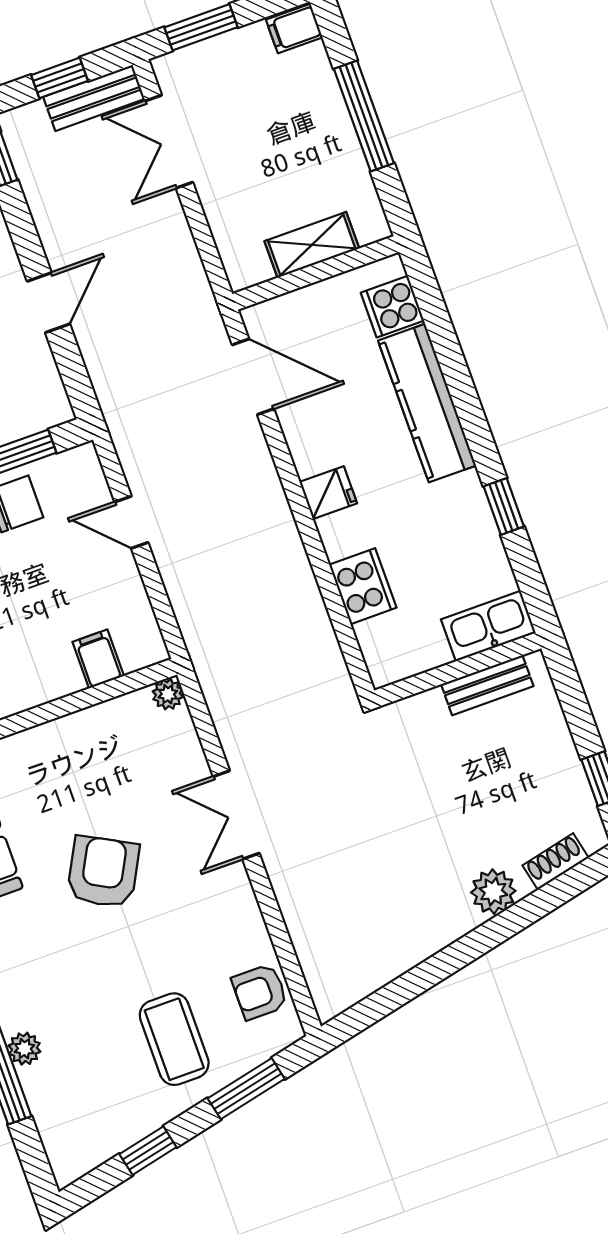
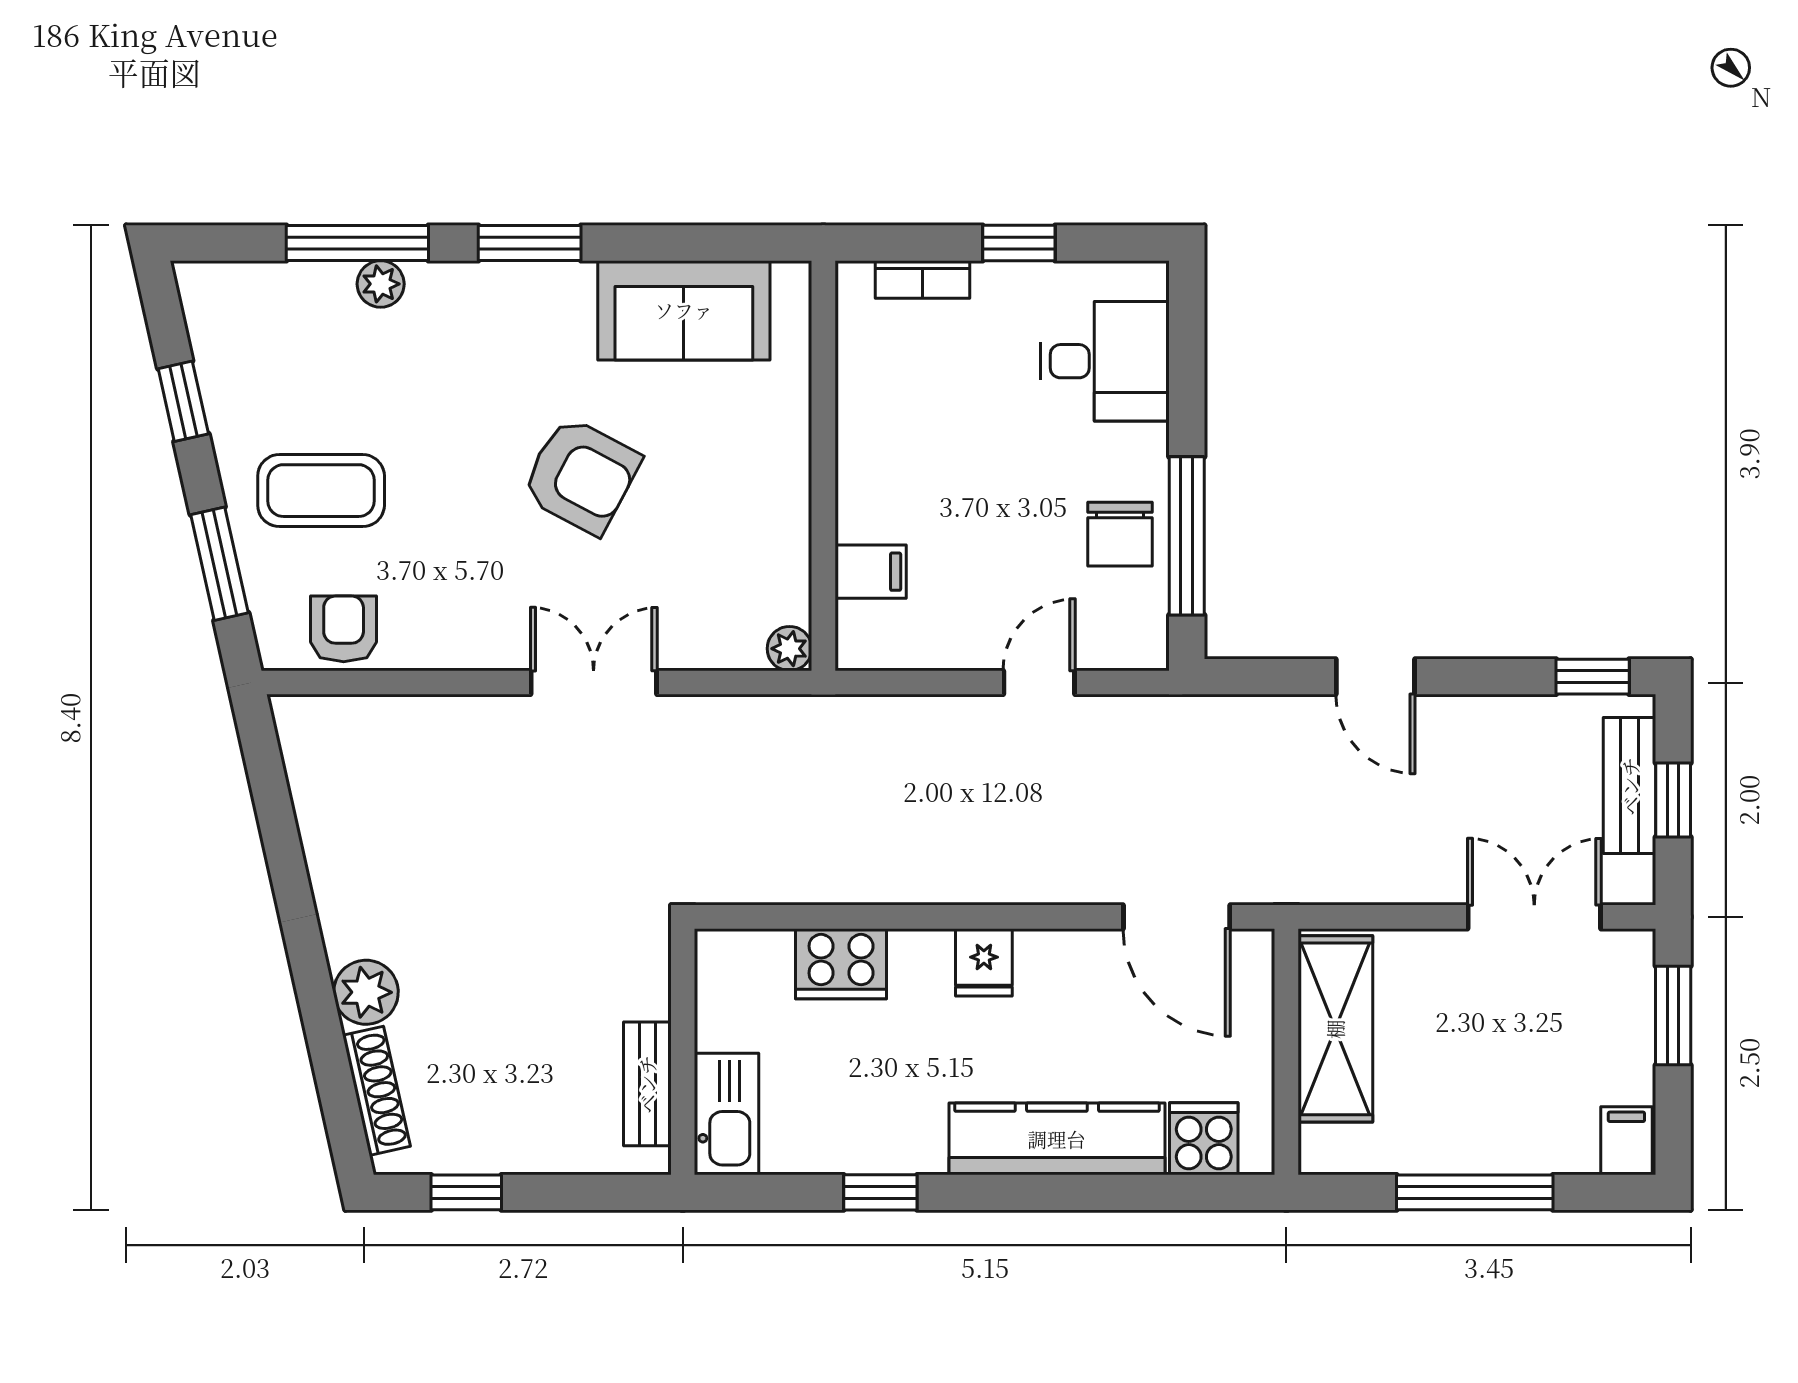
bench: (94, 98) -> (1630, 786), moved
shelving: (312, 245) -> (1335, 1029), width x1.50, depth x1.33
door: (253, 377) -> (1177, 917), hinge flipped
shoe rack: (556, 862) -> (376, 1091), width x1.43

